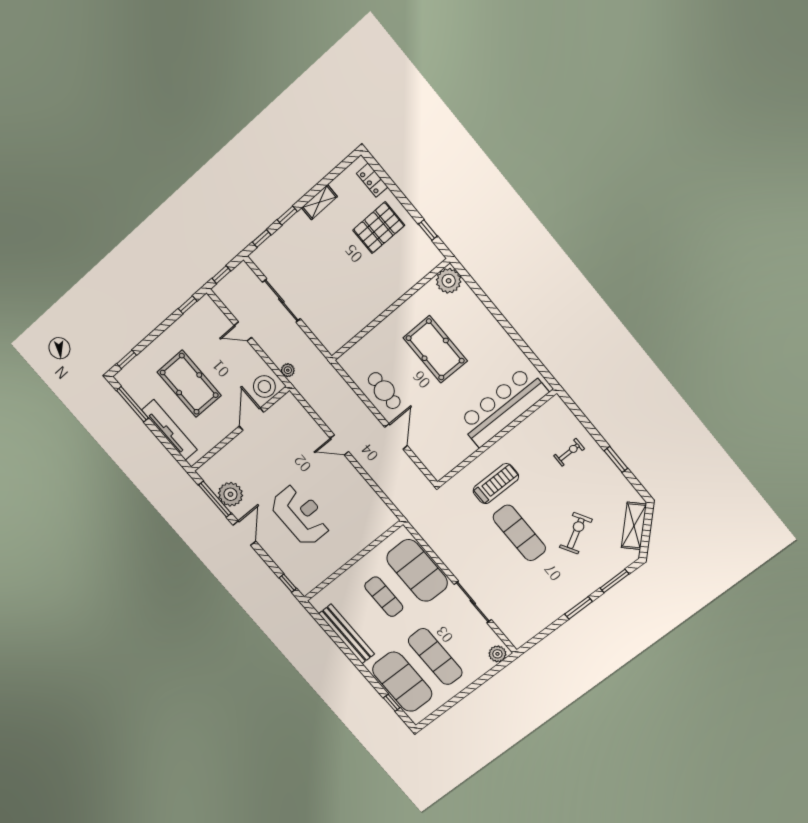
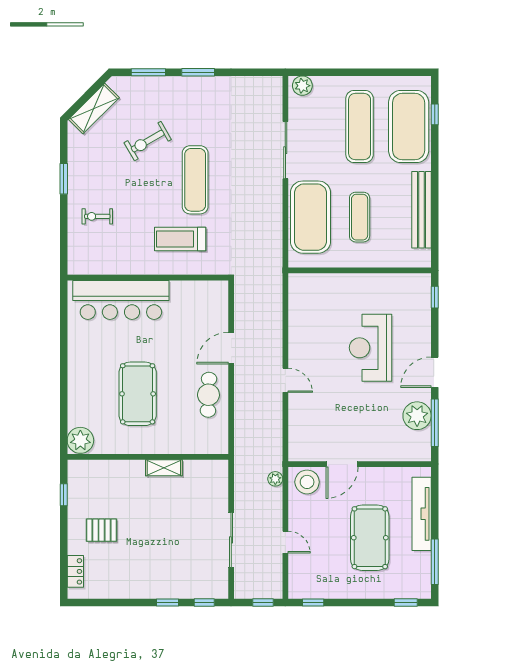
shelving: (319, 202) -> (164, 468), moved
pallet: (379, 228) -> (102, 530), width x0.67, depth x0.71

